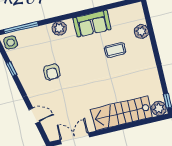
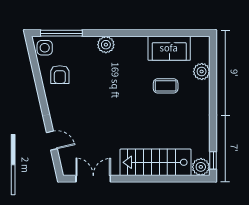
sofa: (92, 24) -> (169, 48), moved
window: (11, 69) -> (38, 79), removed
armchair: (52, 72) -> (60, 75), moved

